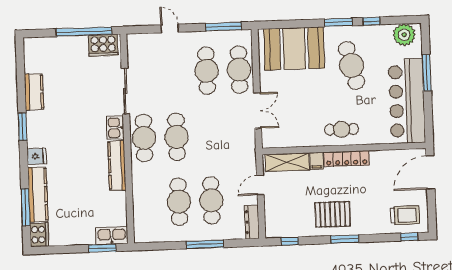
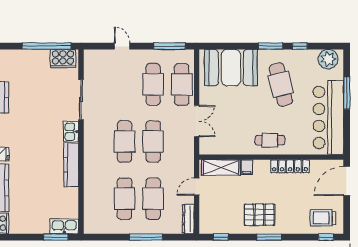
cafe table: (144, 138) -> (153, 142), moved
locker: (347, 159) -> (290, 166), moved
trolley: (405, 215) -> (323, 218), turned 180

